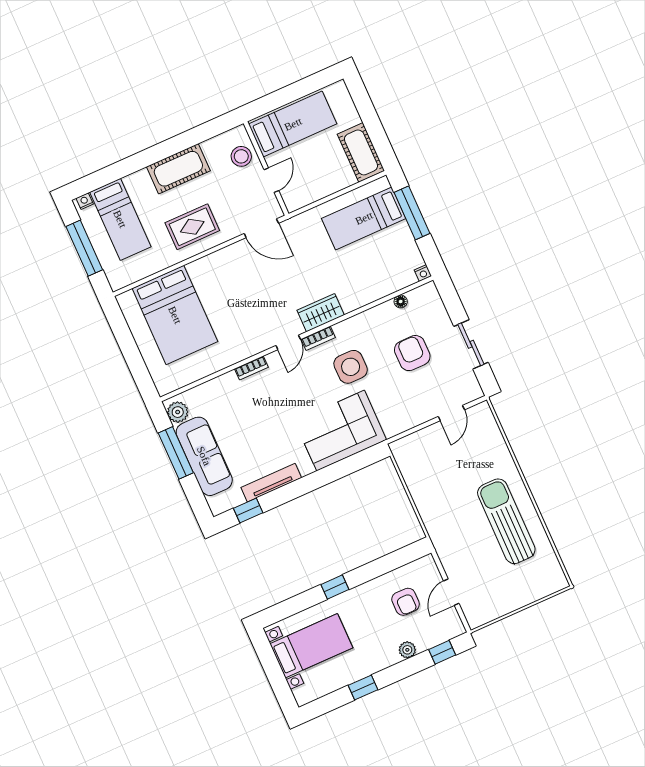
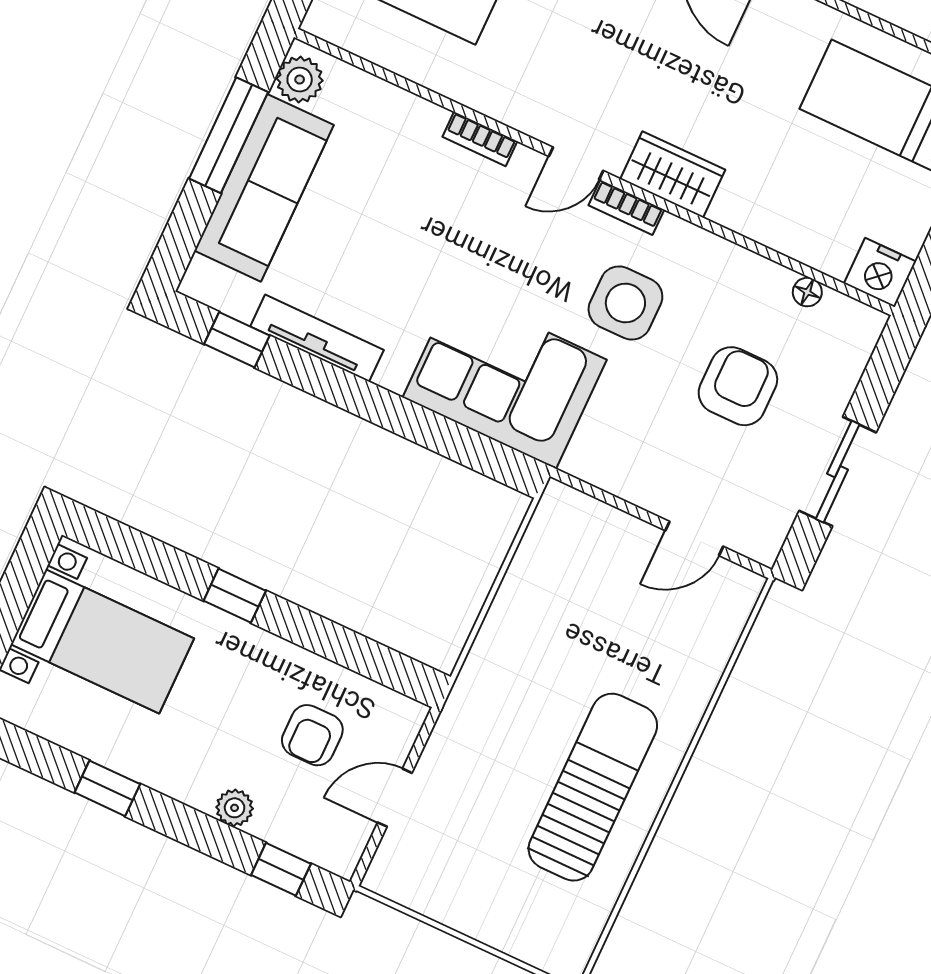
nightstand: (423, 273) -> (880, 272), width x1.89, depth x1.79

